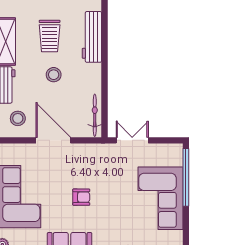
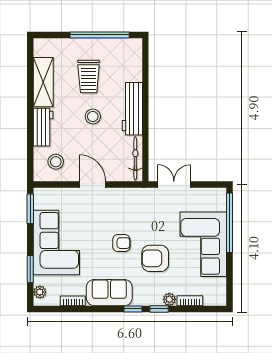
workbench: (92, 37) -> (132, 109), moved
door: (53, 140) -> (92, 184), width x0.73
armchair: (114, 212) -> (155, 258), added

